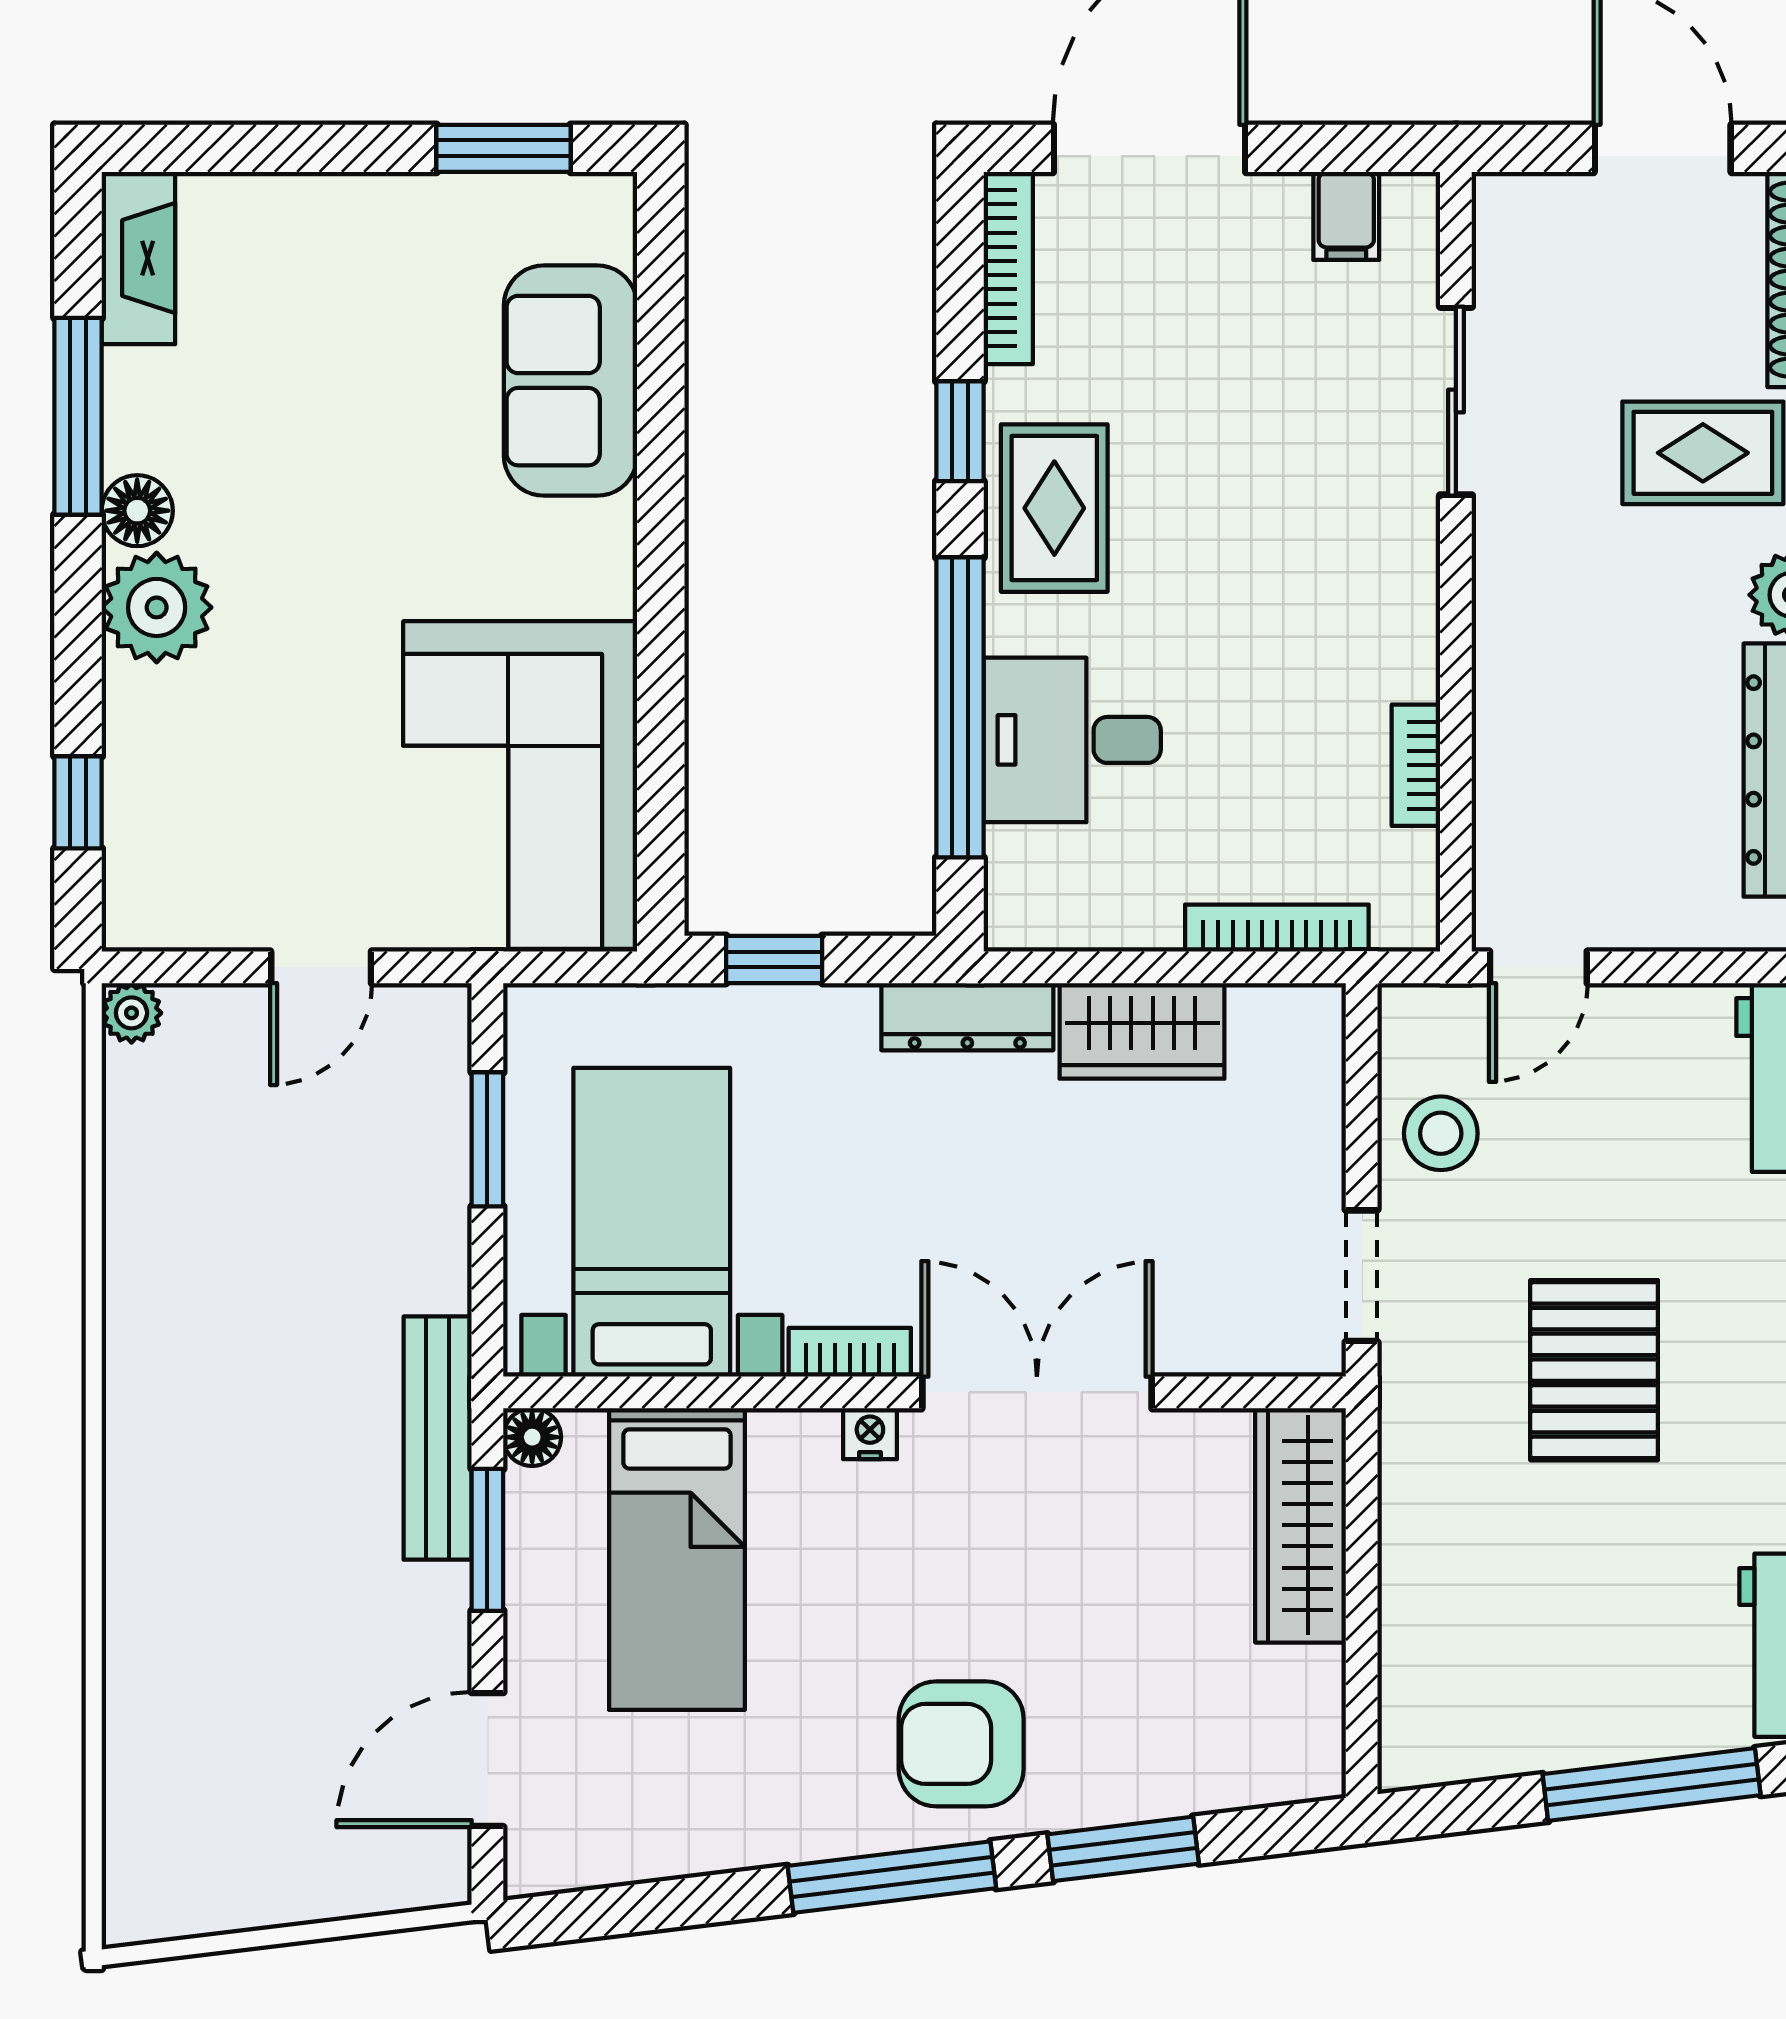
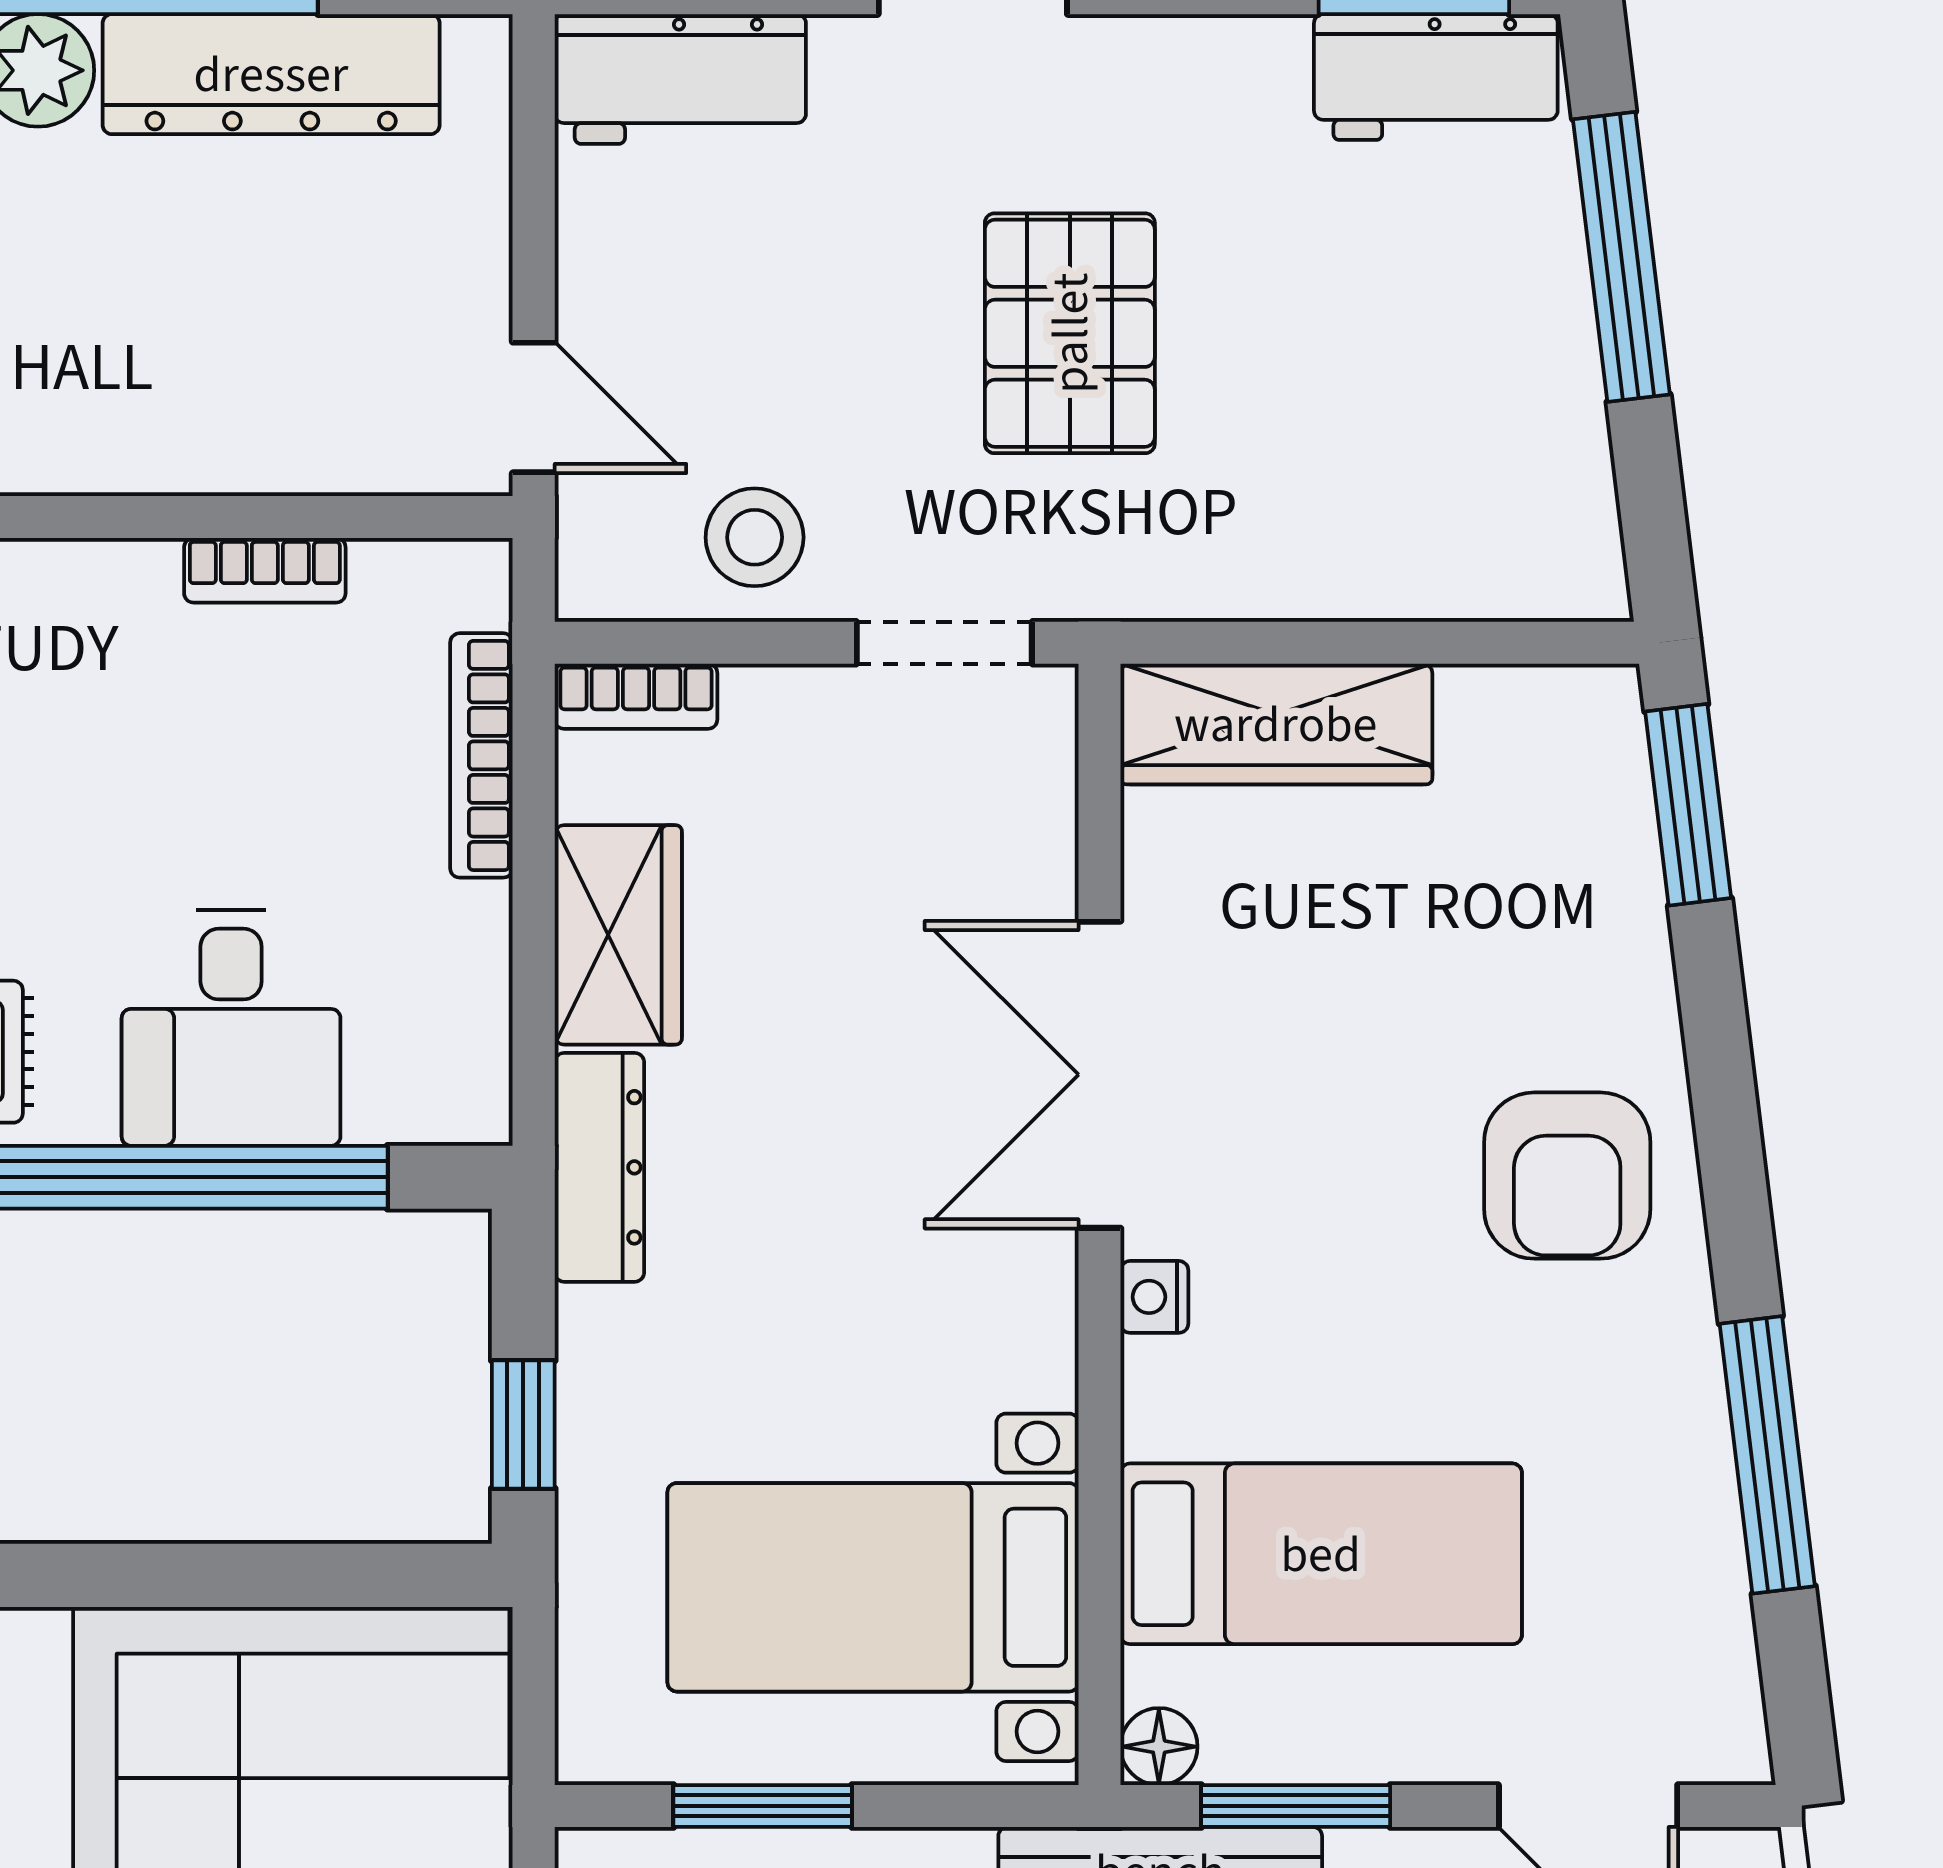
bookcase: (850, 1352) -> (636, 696), moved, turned -90
pallet: (1594, 1370) -> (1070, 333), turned 90
window: (1123, 1849) -> (1688, 805), moved
window: (892, 1877) -> (1767, 1455), moved

